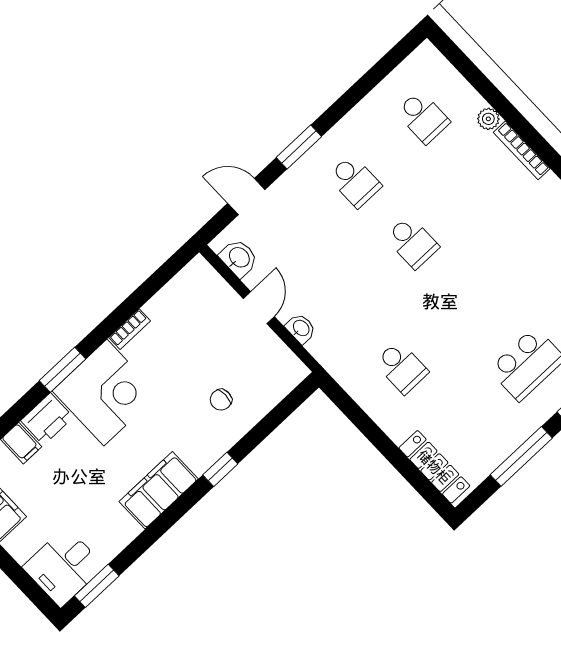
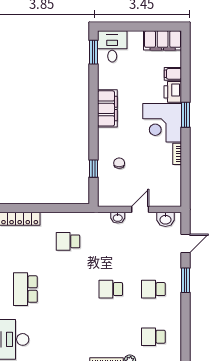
door: (259, 308) -> (140, 209), swing flipped
window: (220, 469) -> (94, 169), moved

